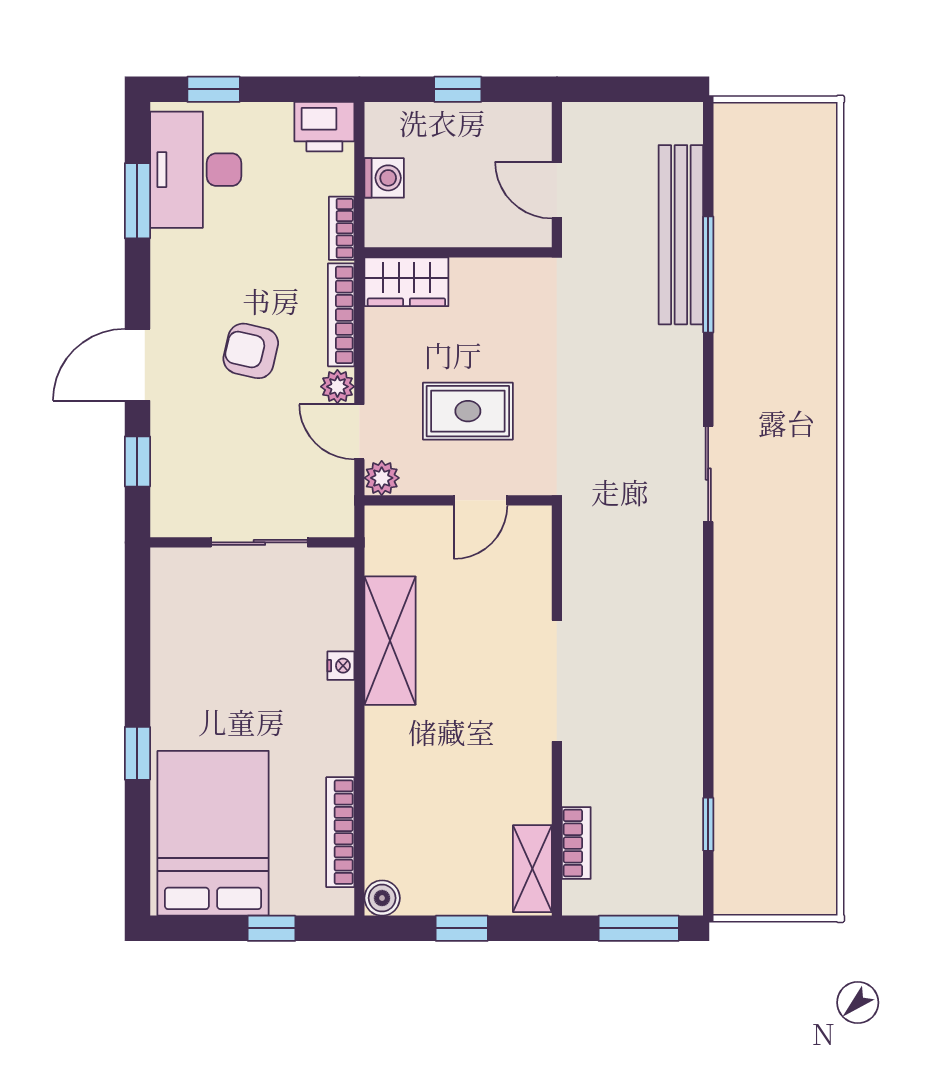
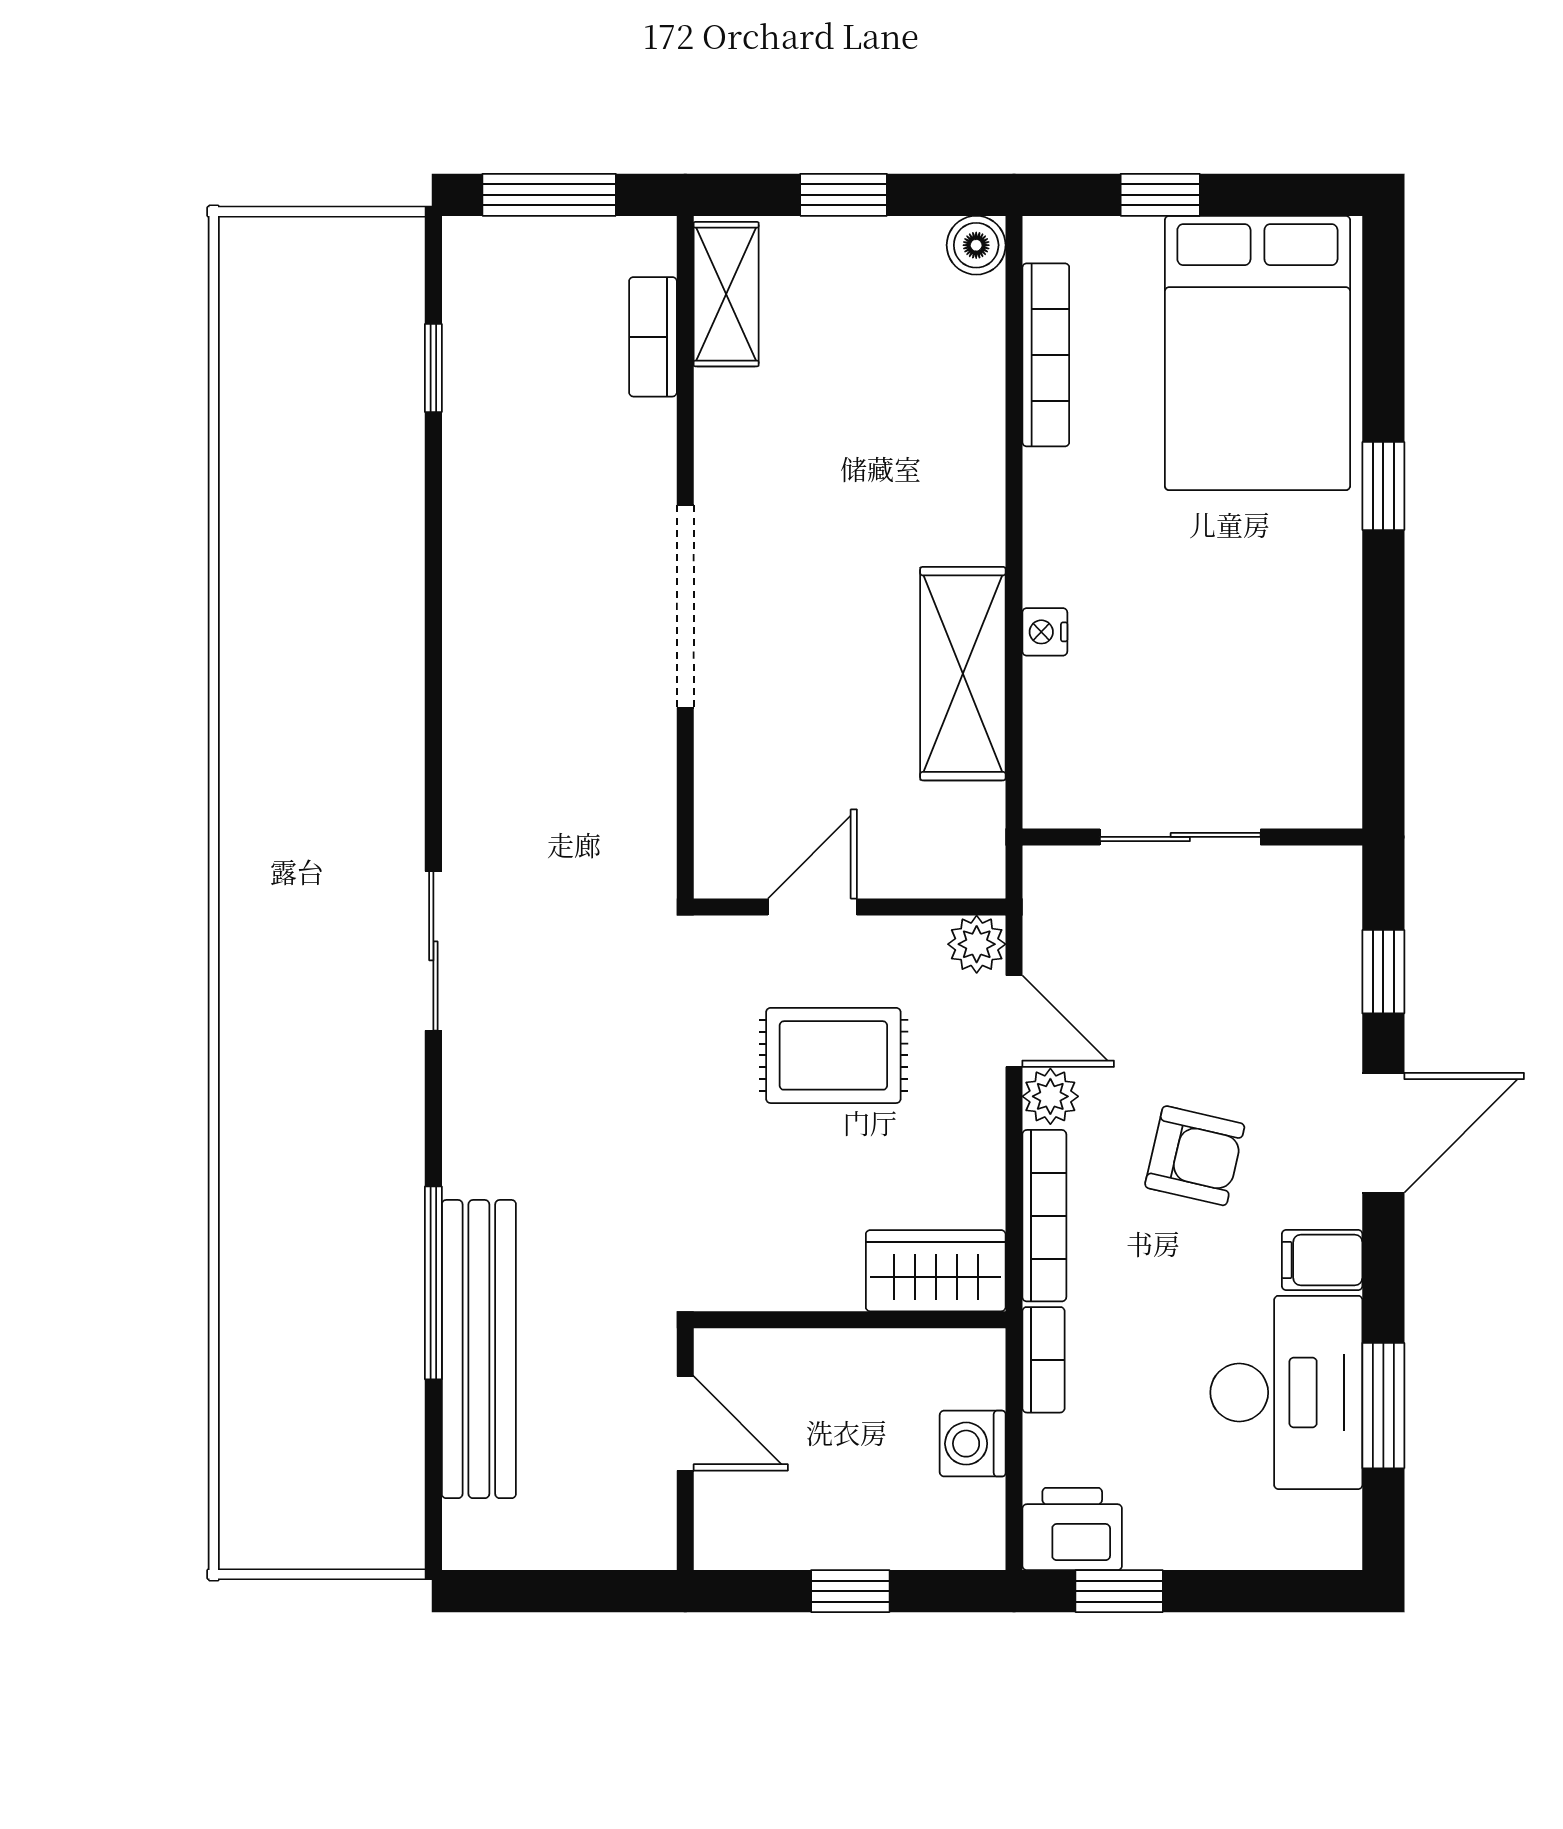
window: (214, 89) -> (1119, 1591), moved
desk: (196, 170) -> (1286, 1392), moved
filing cabinet: (174, 288) -> (1322, 1260), added

